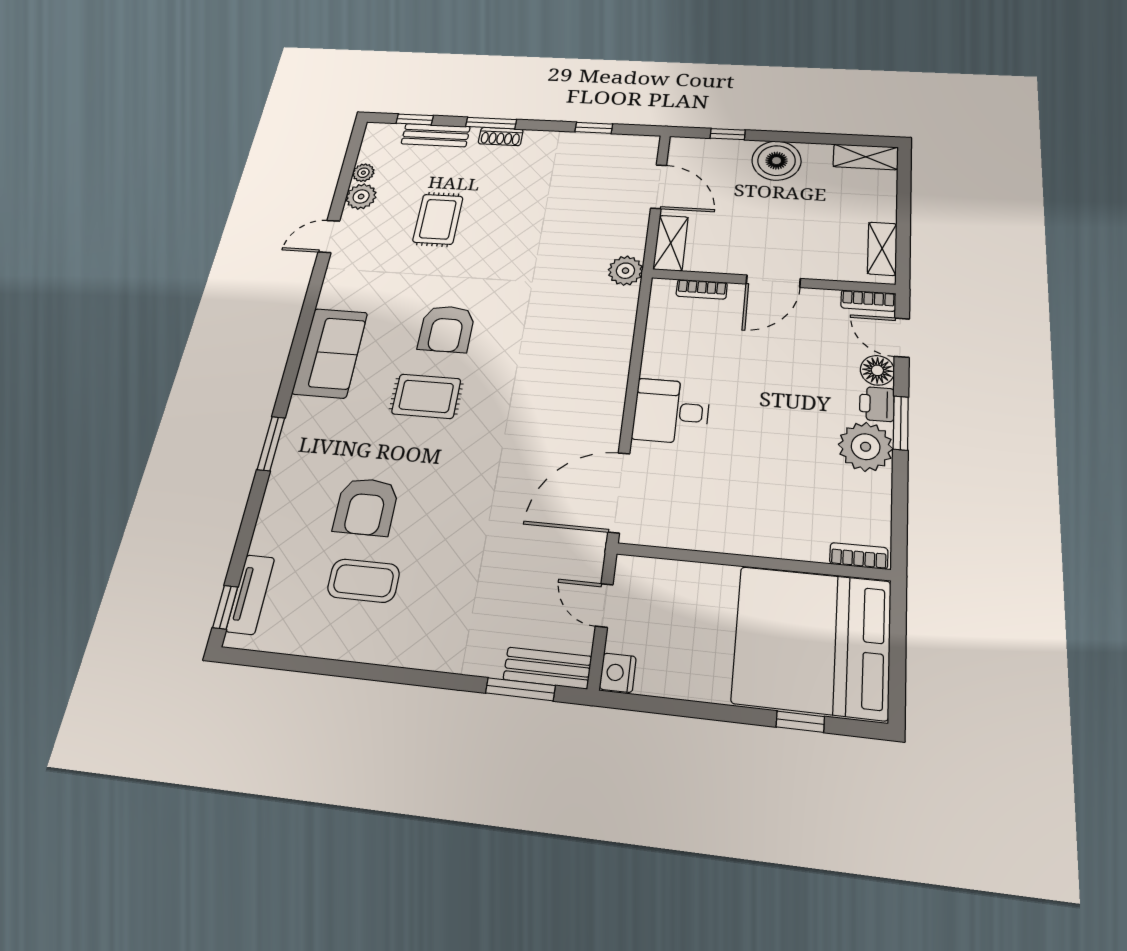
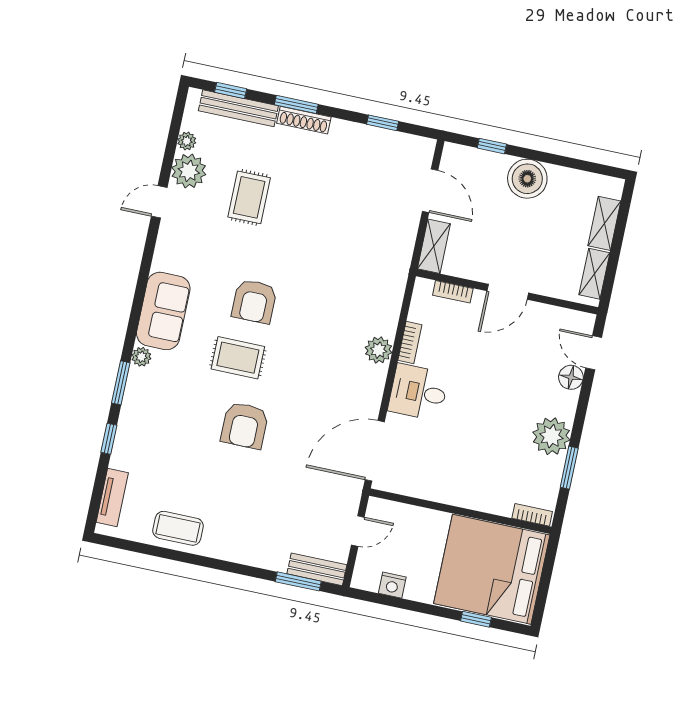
bench: (436, 135) -> (238, 108), width x1.36
shoe rack: (501, 136) -> (304, 120), width x1.43
shelving: (866, 157) -> (604, 223), moved, turned 90
plant: (361, 197) -> (189, 171), width x1.36, depth x1.36
plant: (625, 271) -> (379, 350), moved
bookcase: (868, 301) -> (410, 342), moved, turned -90
printer: (877, 404) -> (565, 404), removed
plant: (300, 409) -> (141, 357), added
window: (901, 423) -> (569, 468), moved
armchair: (366, 507) -> (245, 425), moved
coffee table: (364, 581) -> (178, 528), moved
door: (604, 605) -> (358, 531), swing flipped
window: (225, 607) -> (109, 439), moved
nightstand: (618, 673) -> (392, 585), moved, turned -90

